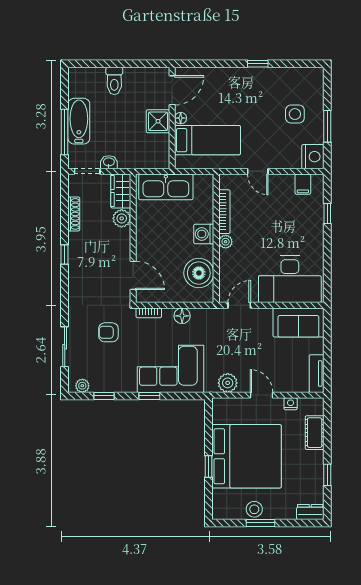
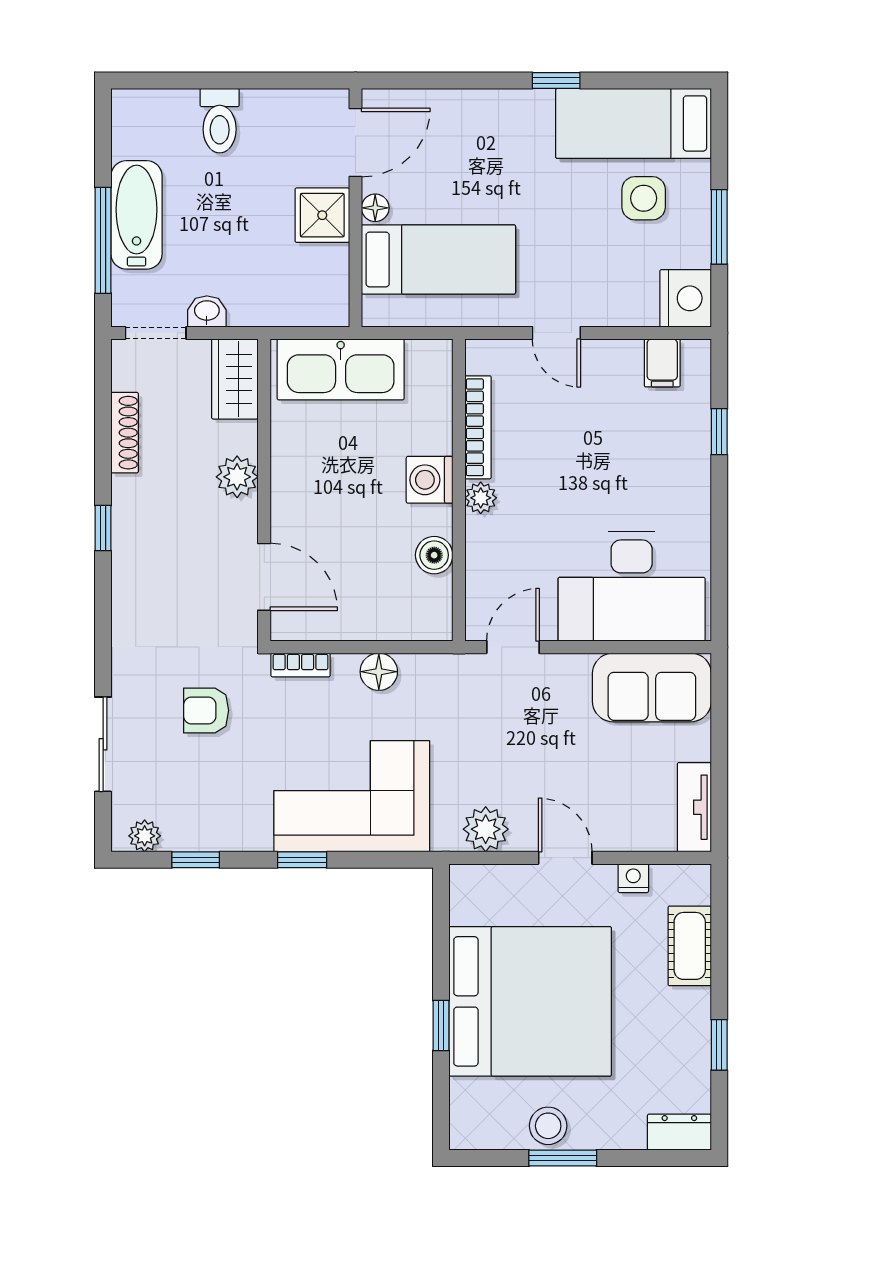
bed: (291, 82) -> (634, 123), added
plant: (122, 218) -> (237, 477), moved
boiler: (199, 273) -> (434, 555), width x0.54, depth x0.54

